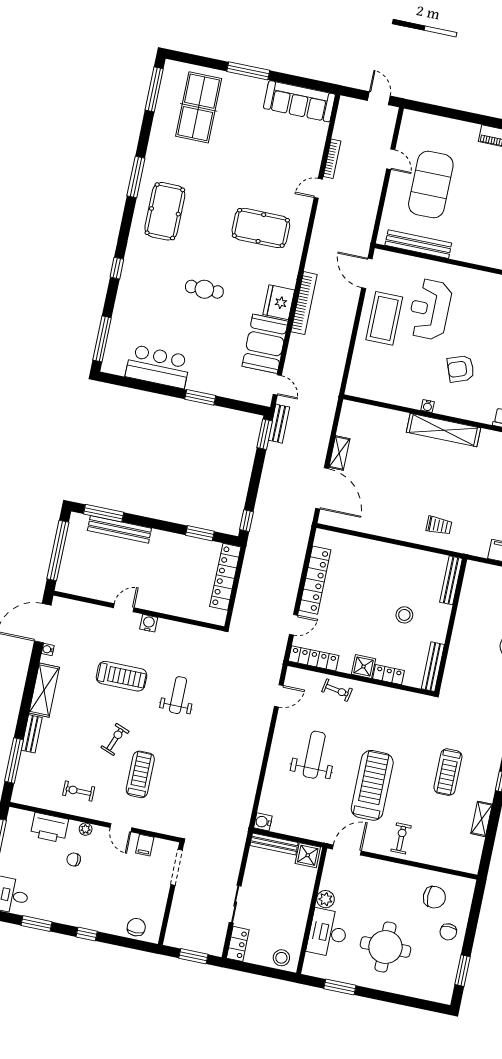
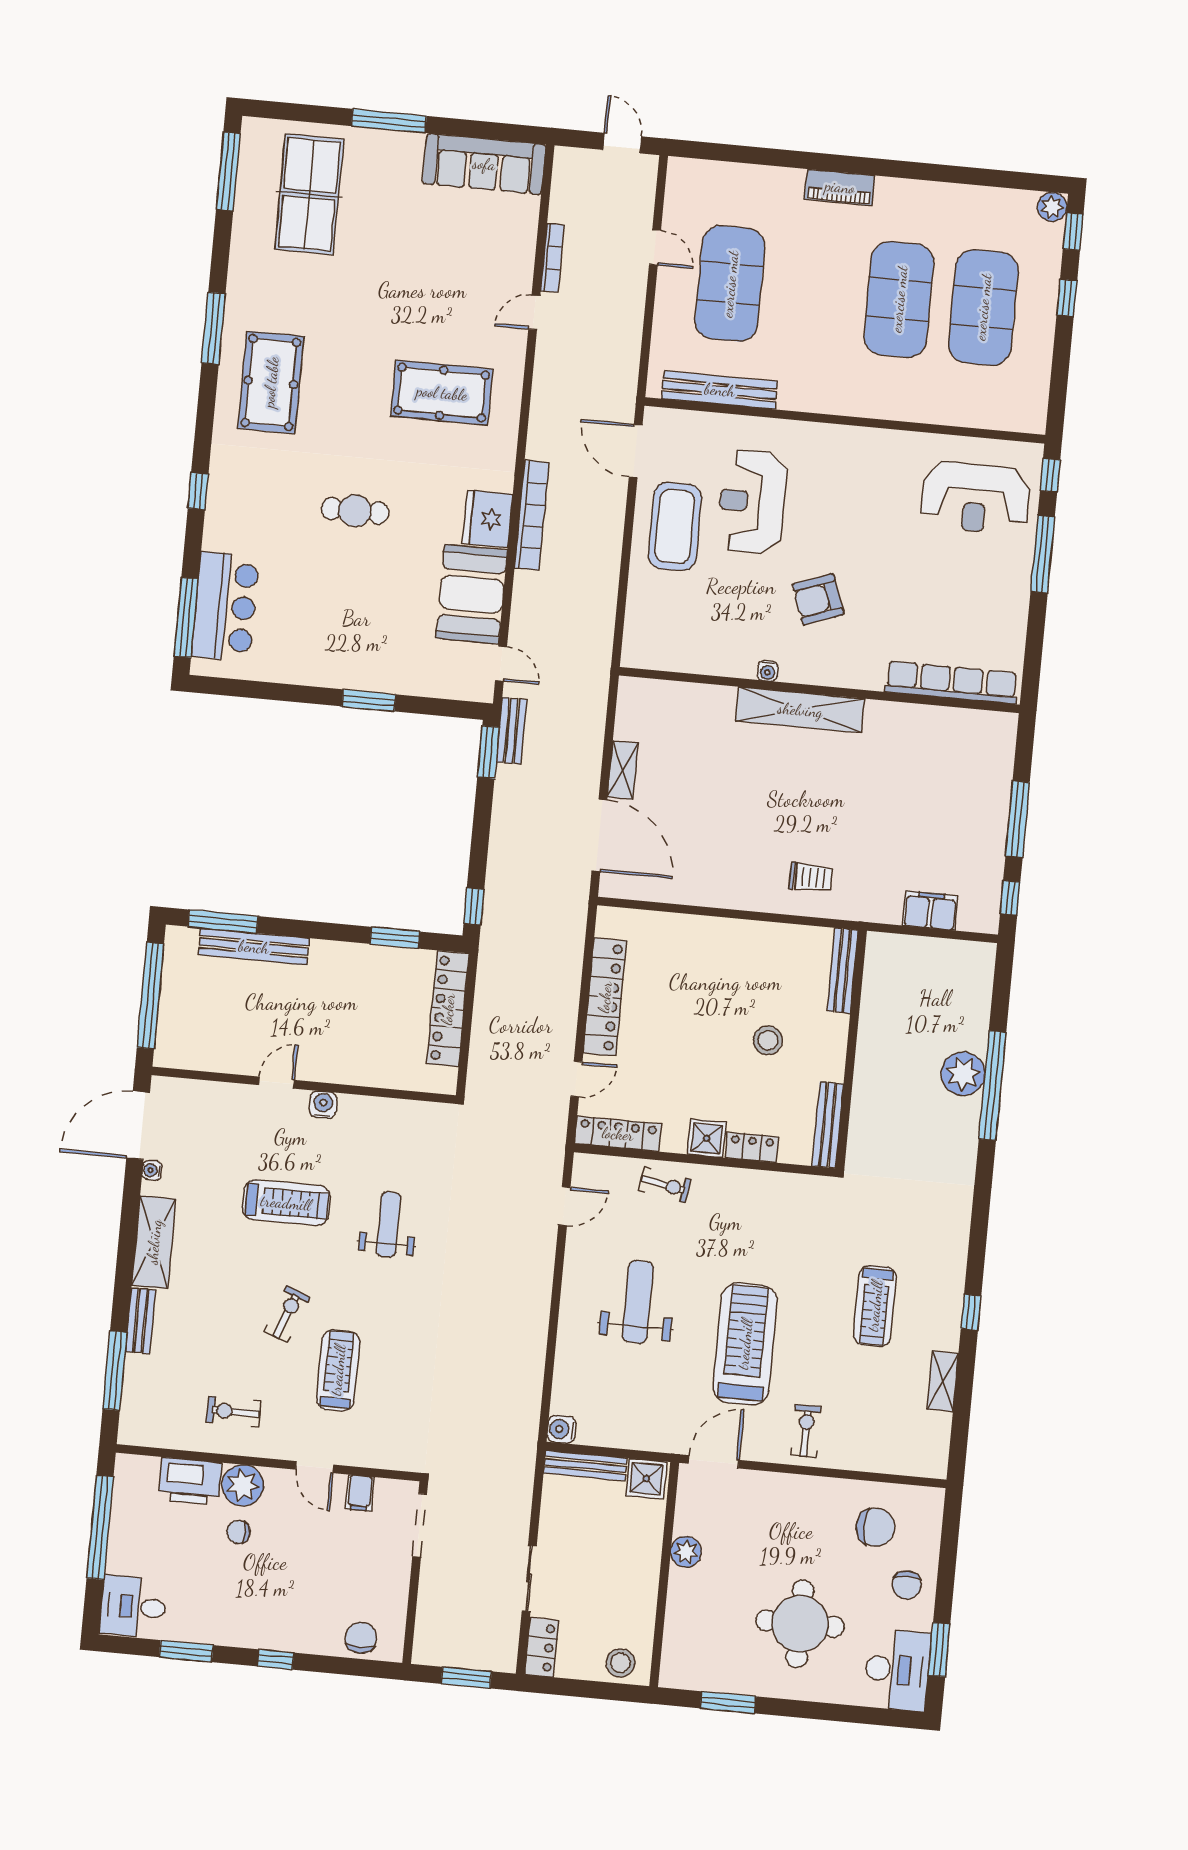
bar counter: (158, 366) -> (225, 607), moved, turned 90
plant: (86, 829) -> (243, 1485), width x1.87, depth x1.87
desk: (328, 933) -> (897, 1670), moved, turned 180

